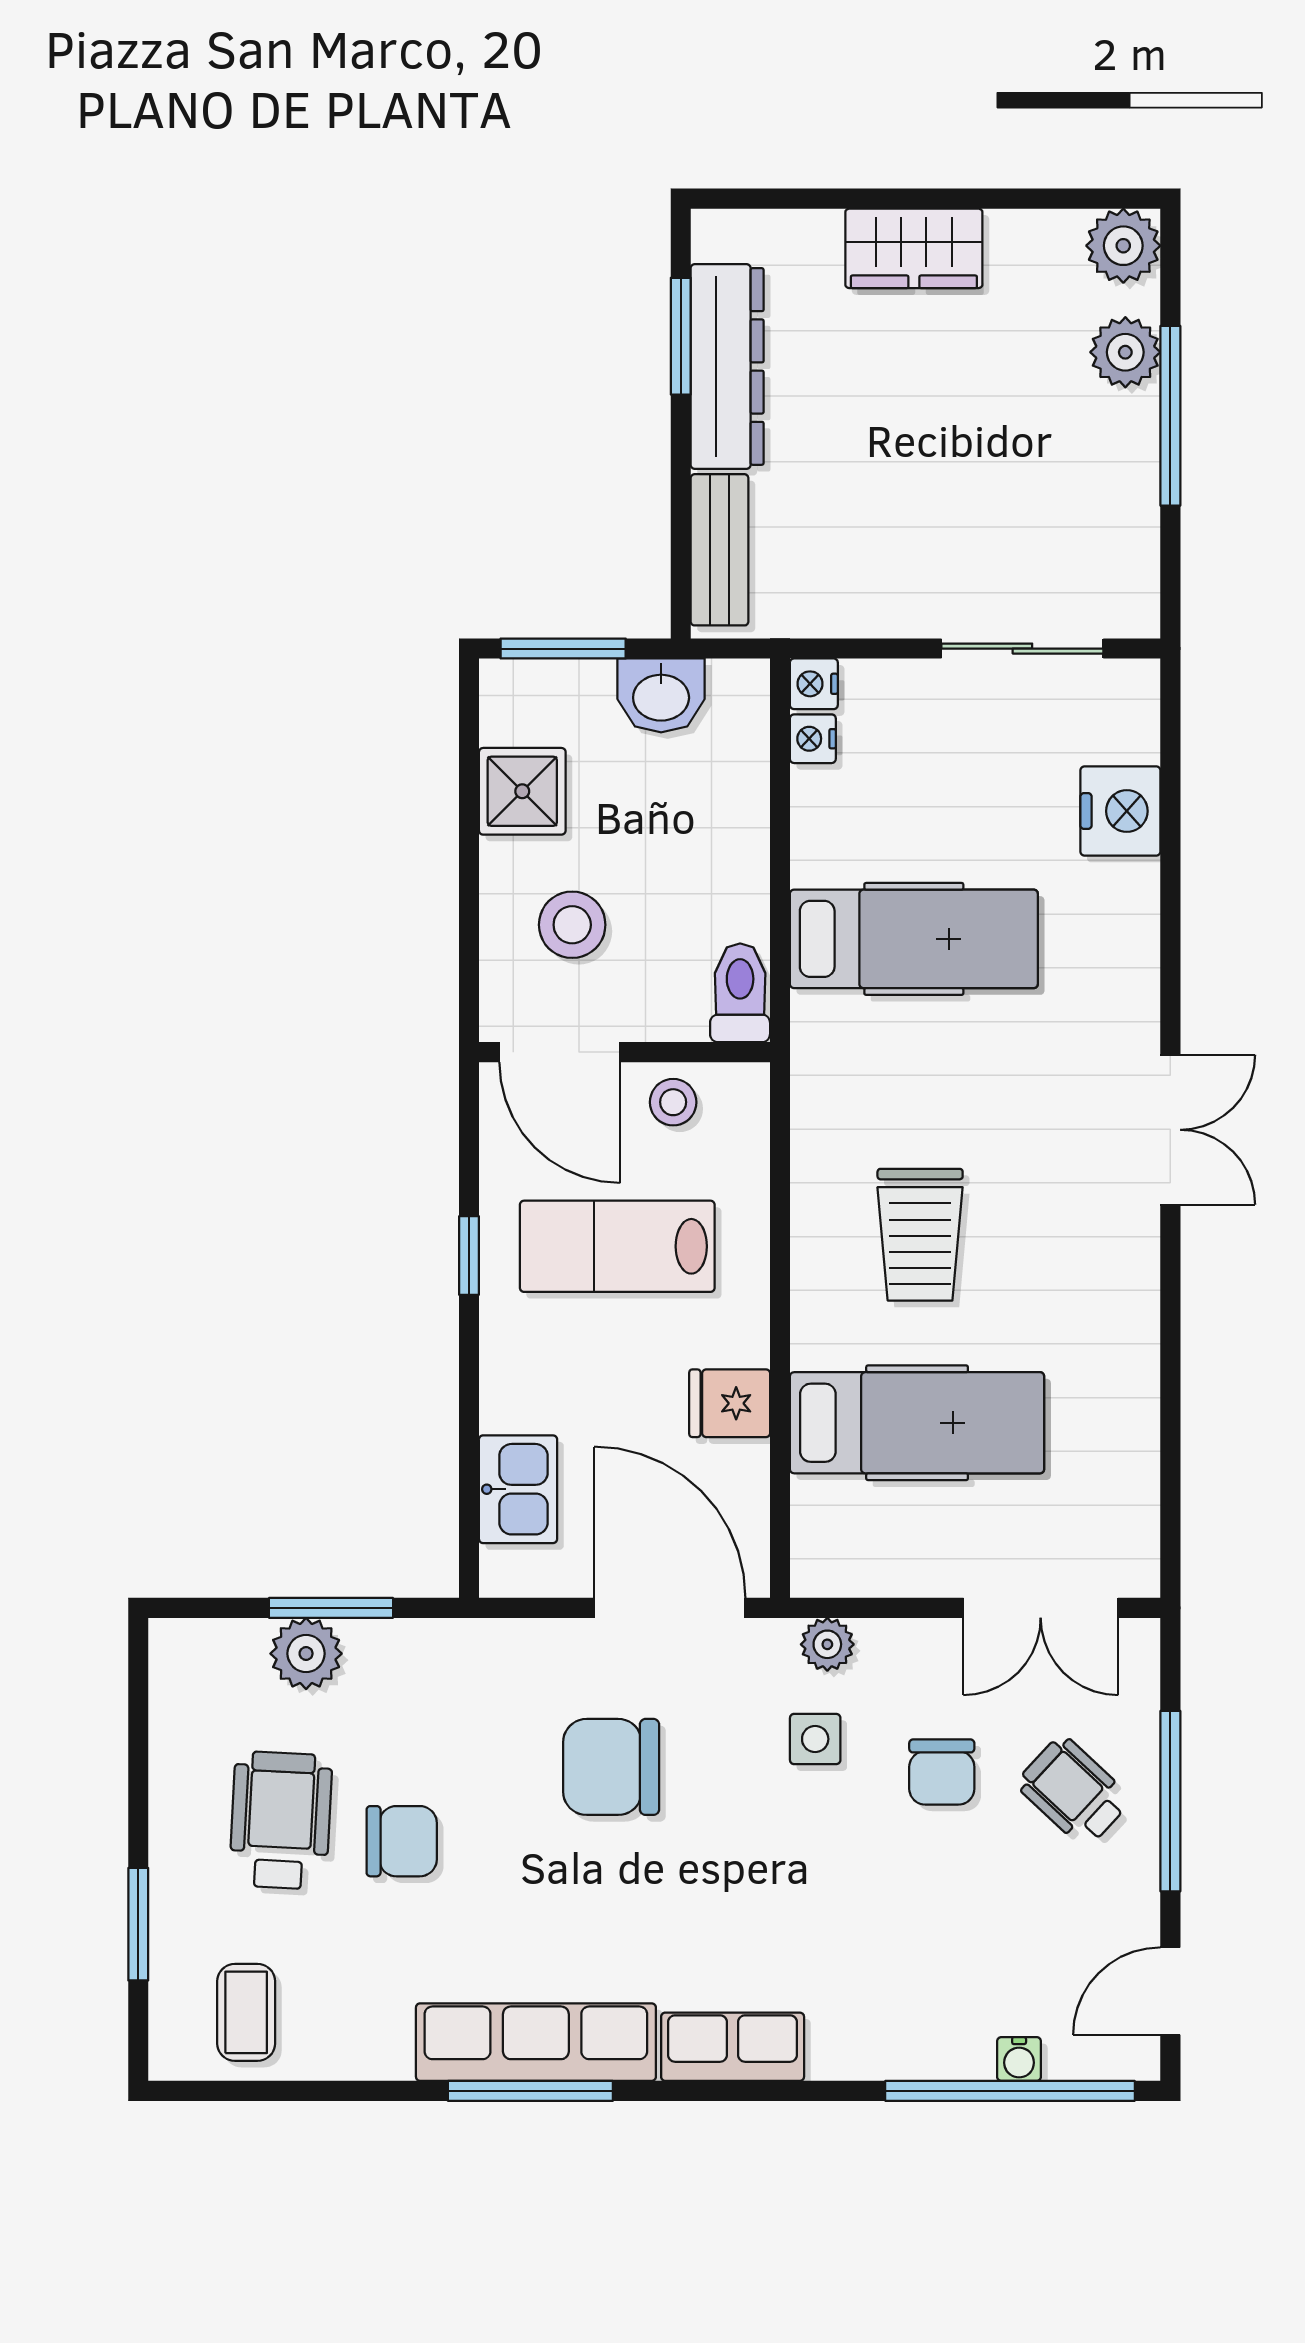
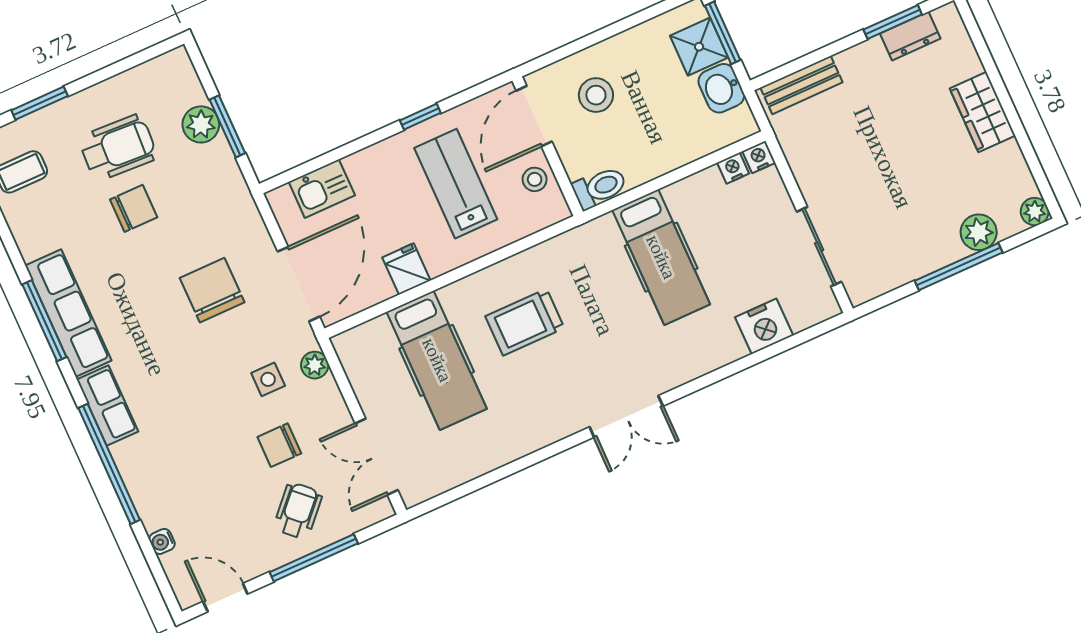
plant: (1123, 246) -> (1035, 212), width x0.73, depth x0.73
dresser: (727, 366) -> (910, 36), width x0.51, depth x0.80
shower: (522, 791) -> (699, 47), moved
chair: (402, 1841) -> (134, 208), turned -90
window: (1010, 2091) -> (109, 464), moved

